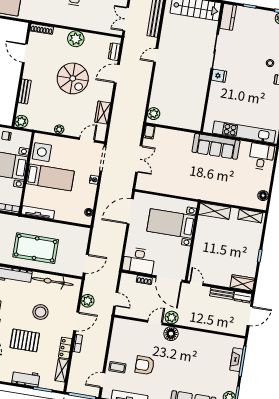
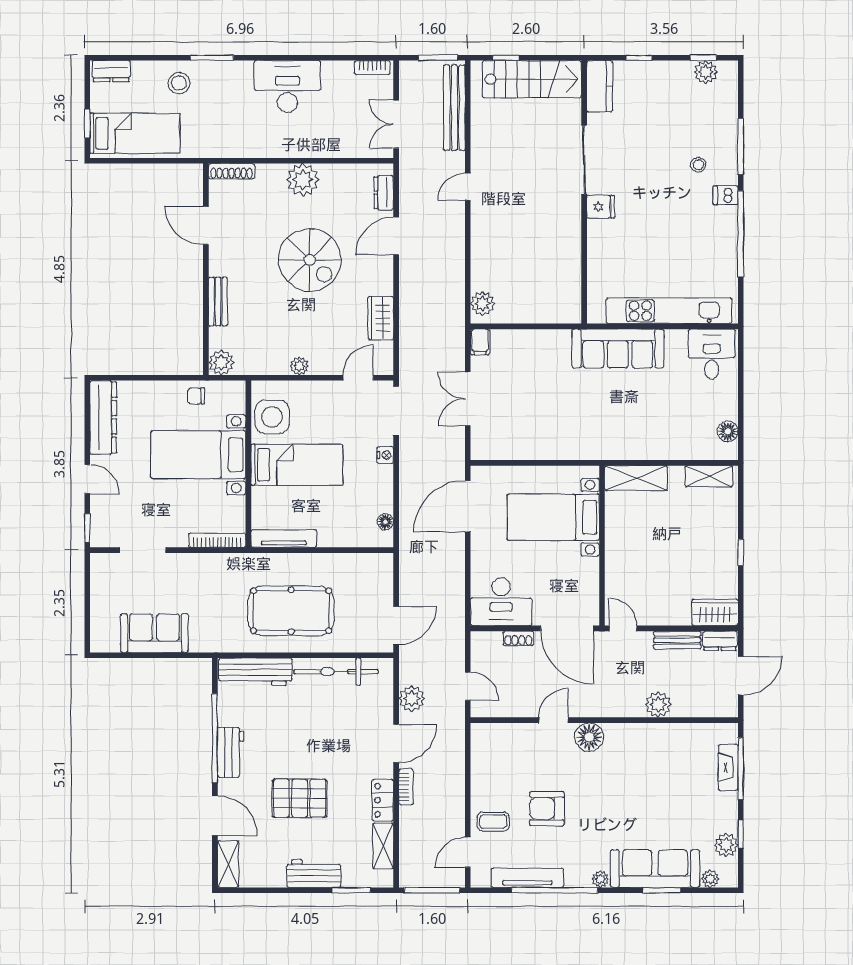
double door: (139, 159) -> (468, 399), swing flipped
stool: (40, 312) -> (322, 737), removed
plant: (172, 317) -> (658, 705), moved

